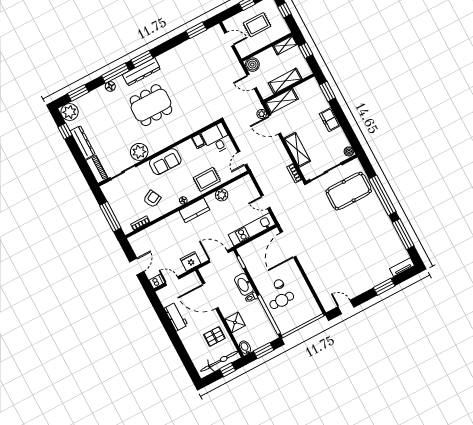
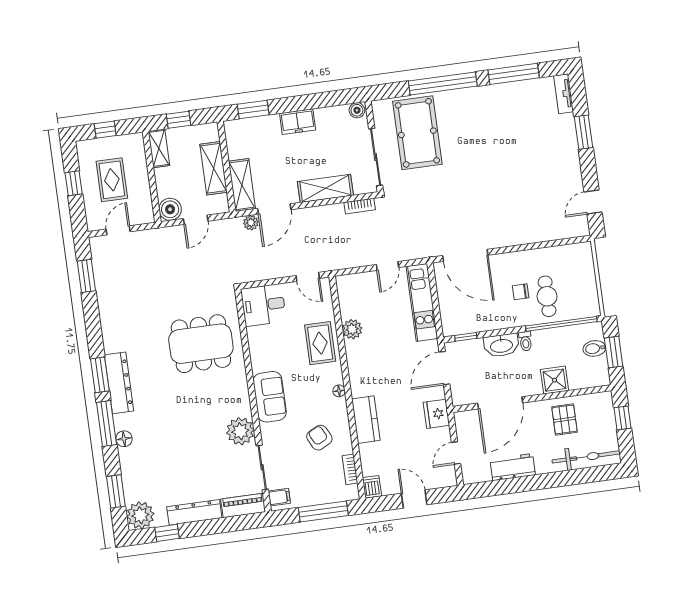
dining table: (151, 105) -> (201, 344), moved, turned 90
filing cabinet: (199, 141) -> (279, 497), moved
kitchen counter: (194, 210) -> (366, 420), moved
dishwasher: (157, 281) -> (372, 487), moved
bidet: (245, 348) -> (594, 348), moved
bicycle: (219, 361) -> (586, 457), moved, turned 90

